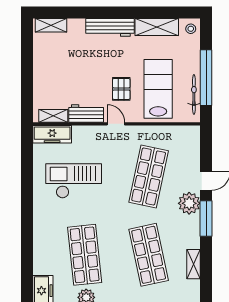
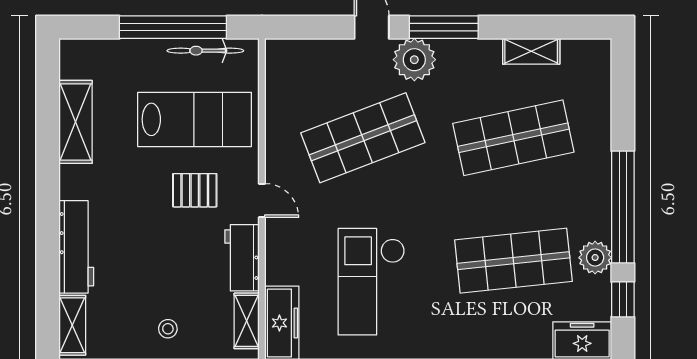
workbench: (110, 27) -> (76, 247), moved
stool: (191, 29) -> (168, 329), moved
lab bench: (158, 89) -> (195, 119), turned 180
door: (116, 124) -> (262, 201), swing flipped
shop shelf: (149, 176) -> (363, 138), turned -33

